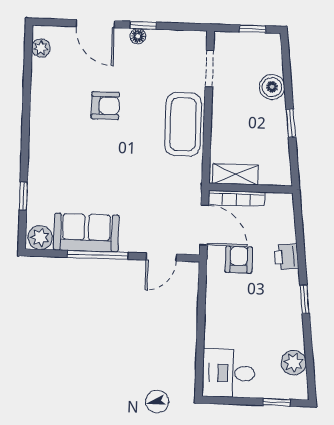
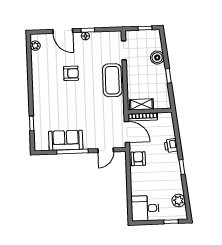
plant: (40, 238) -> (42, 145), removed
armchair: (239, 260) -> (138, 159), moved

